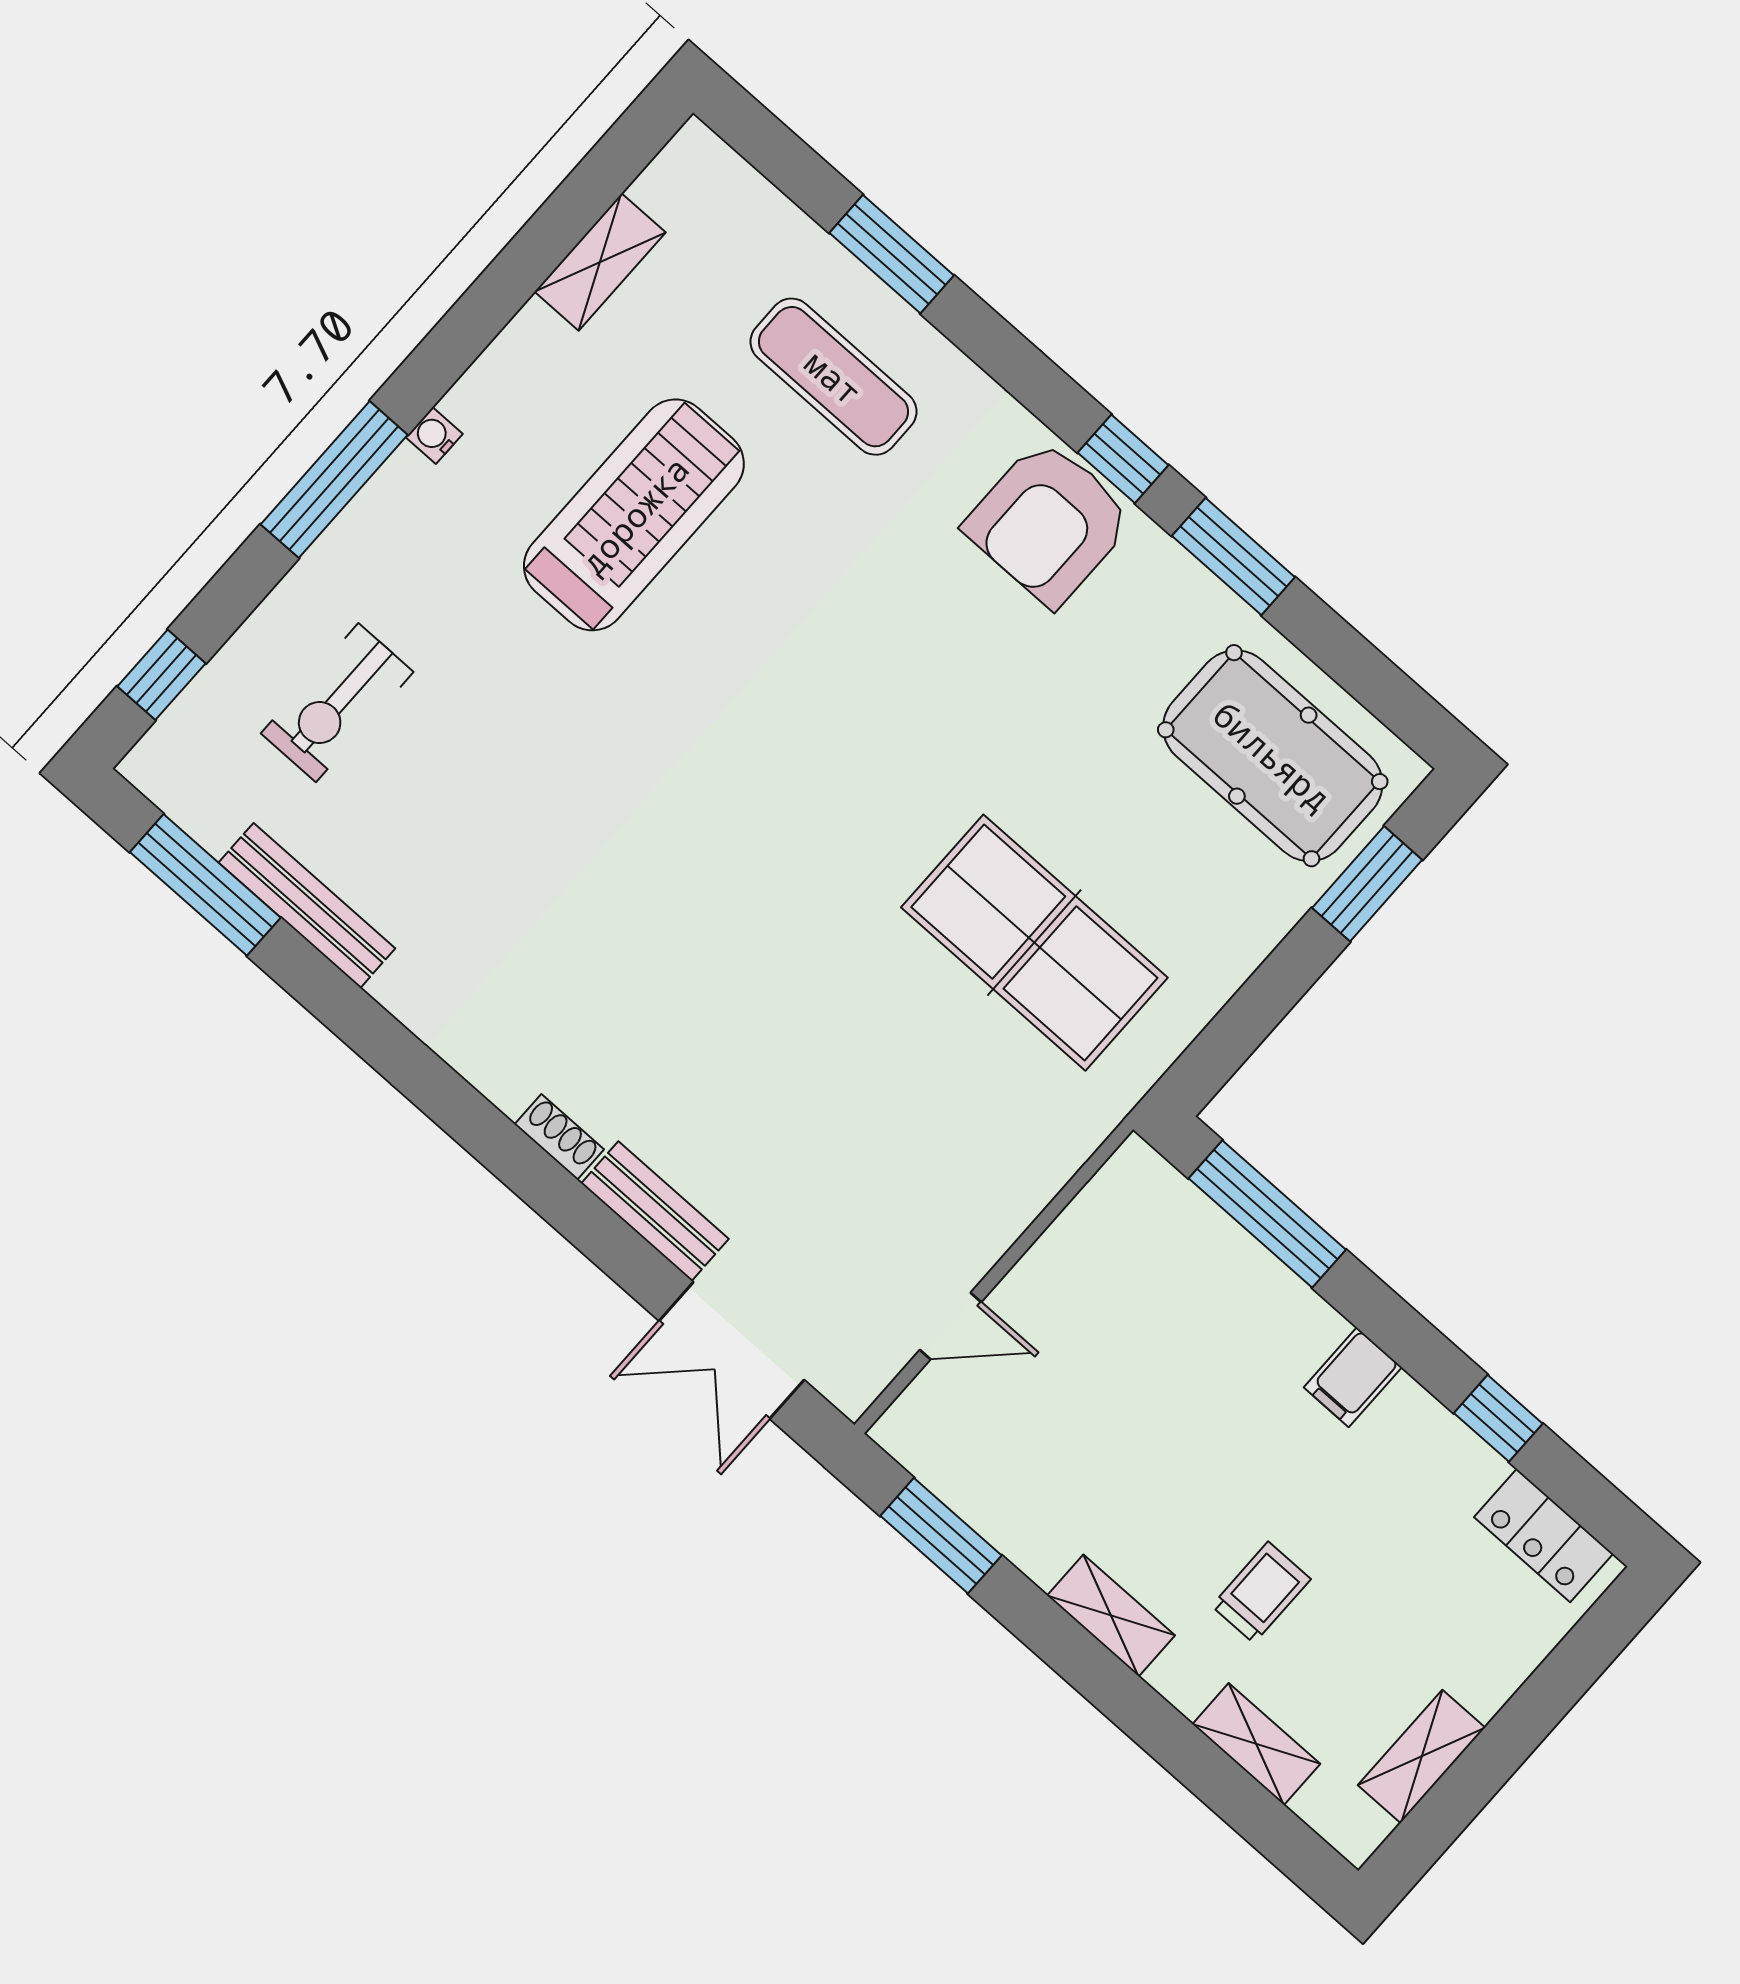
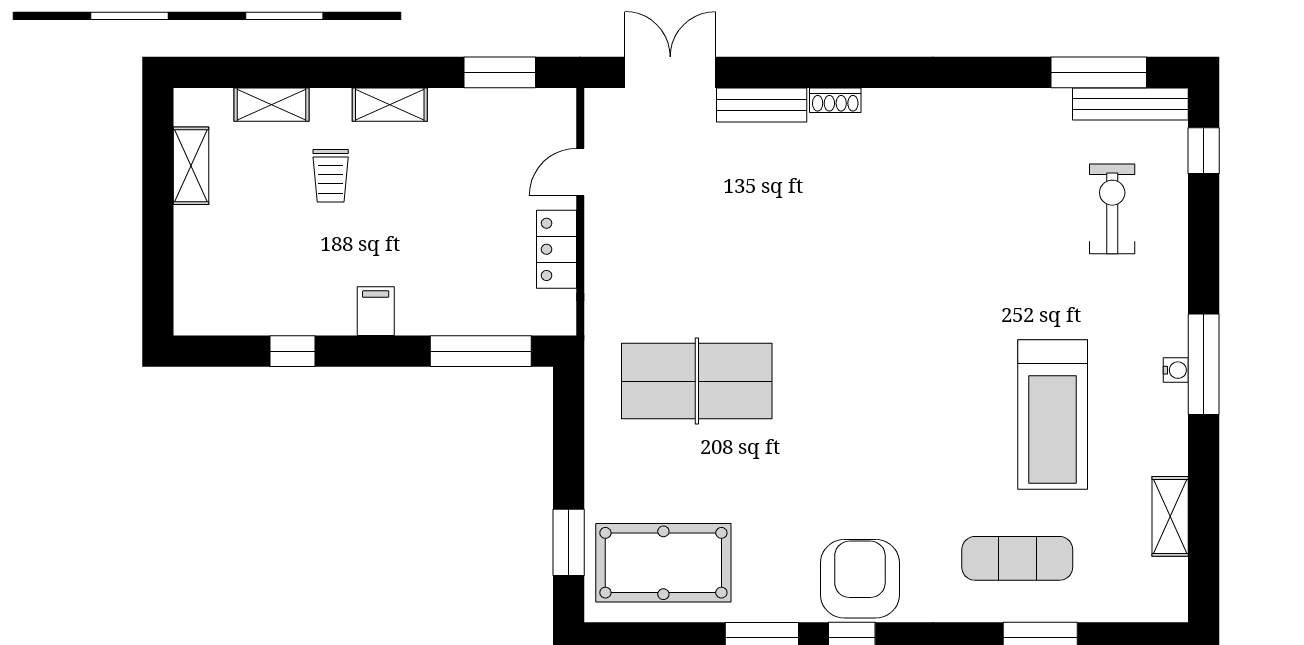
window: (334, 480) -> (1204, 364), moved
bench: (307, 905) -> (1130, 104), moved
locker: (1543, 1535) -> (556, 249), moved, turned -90

